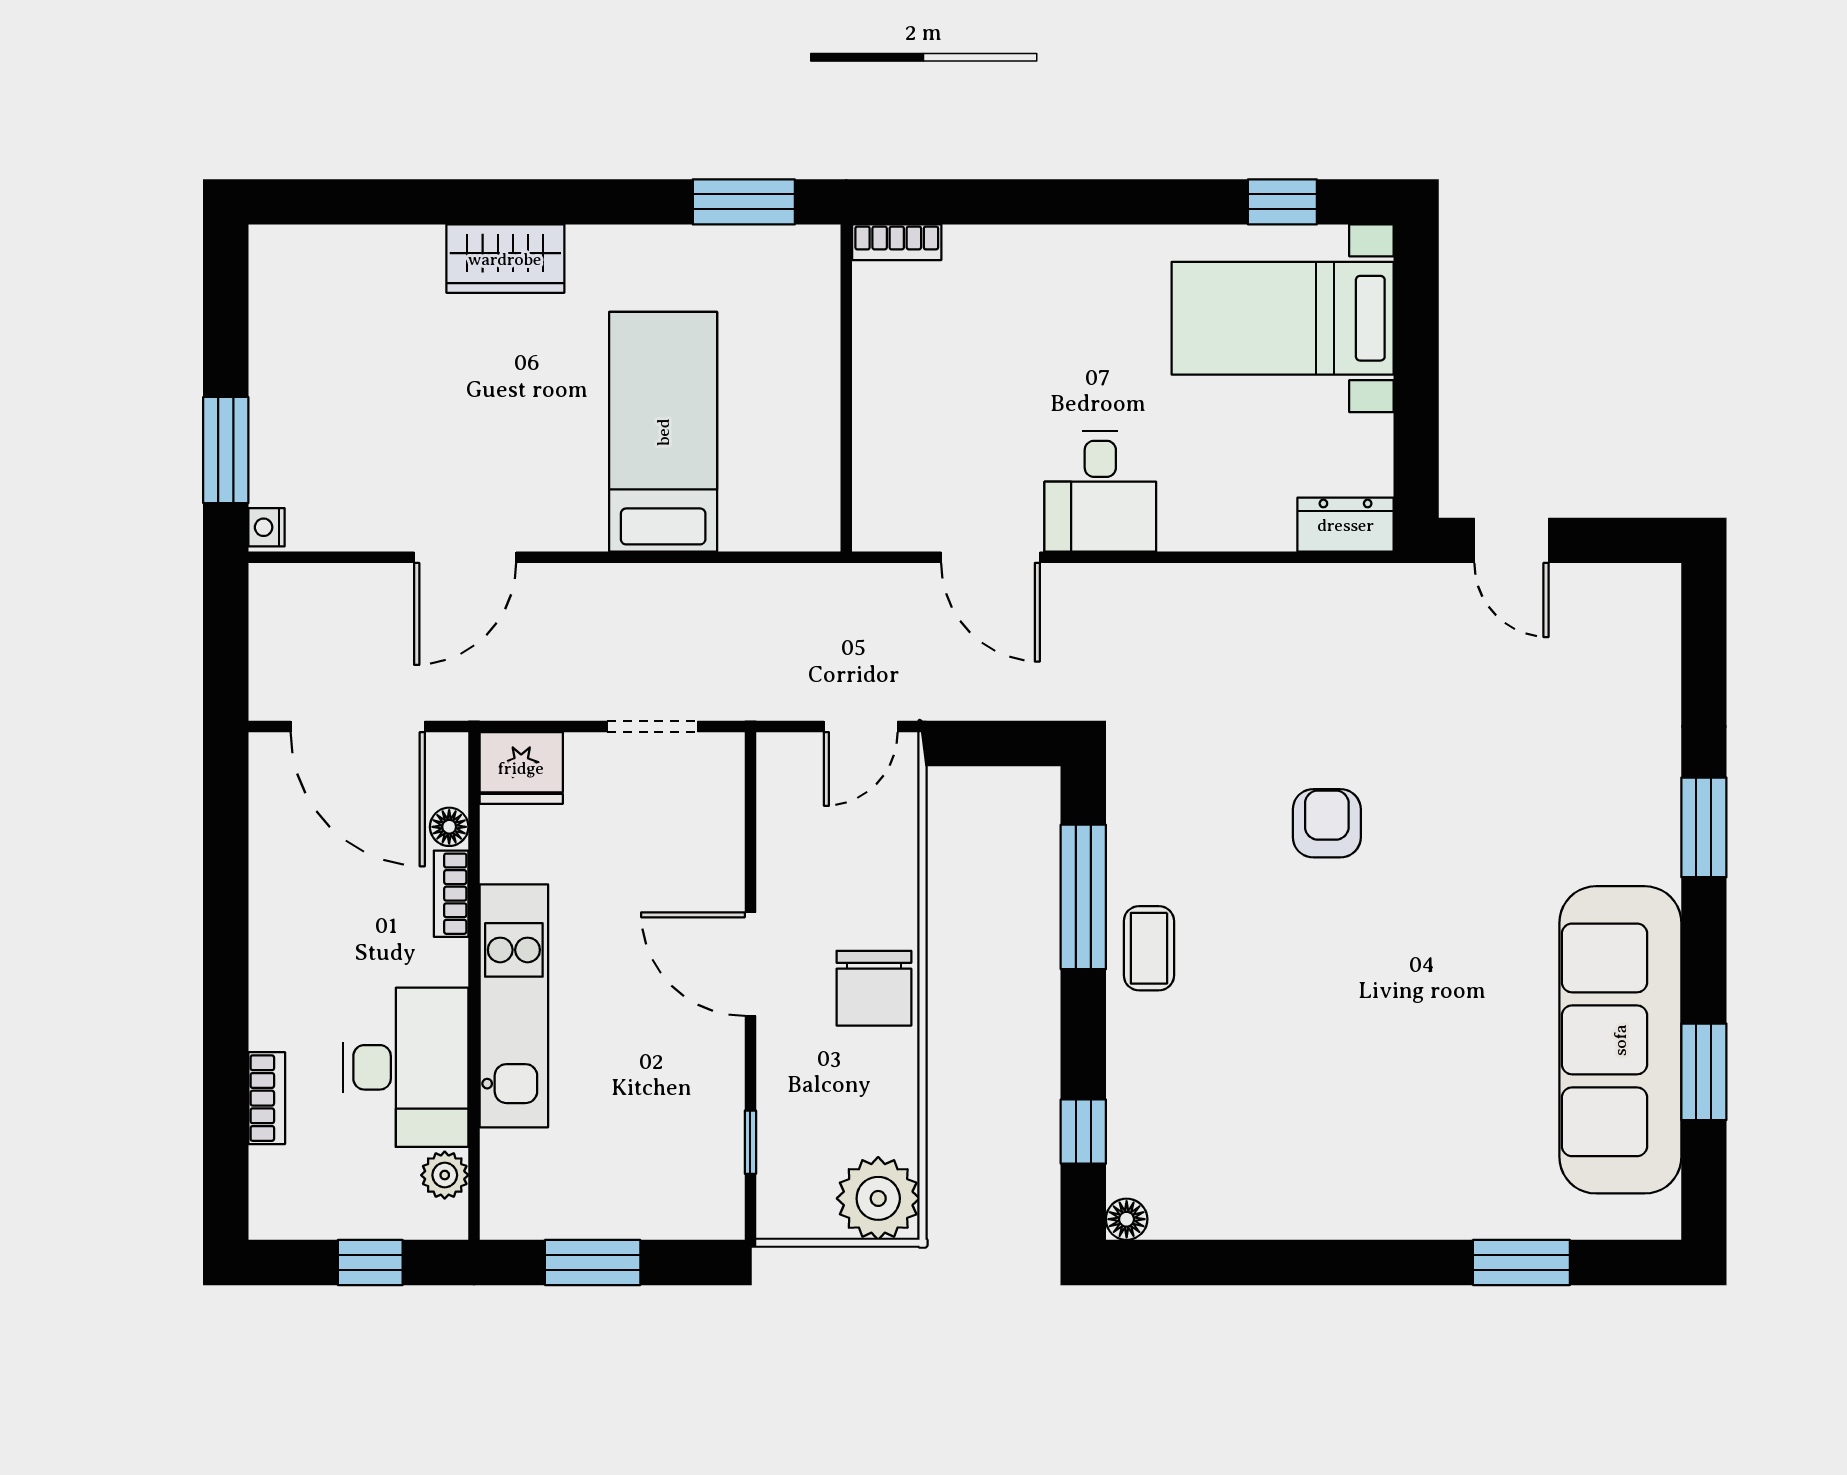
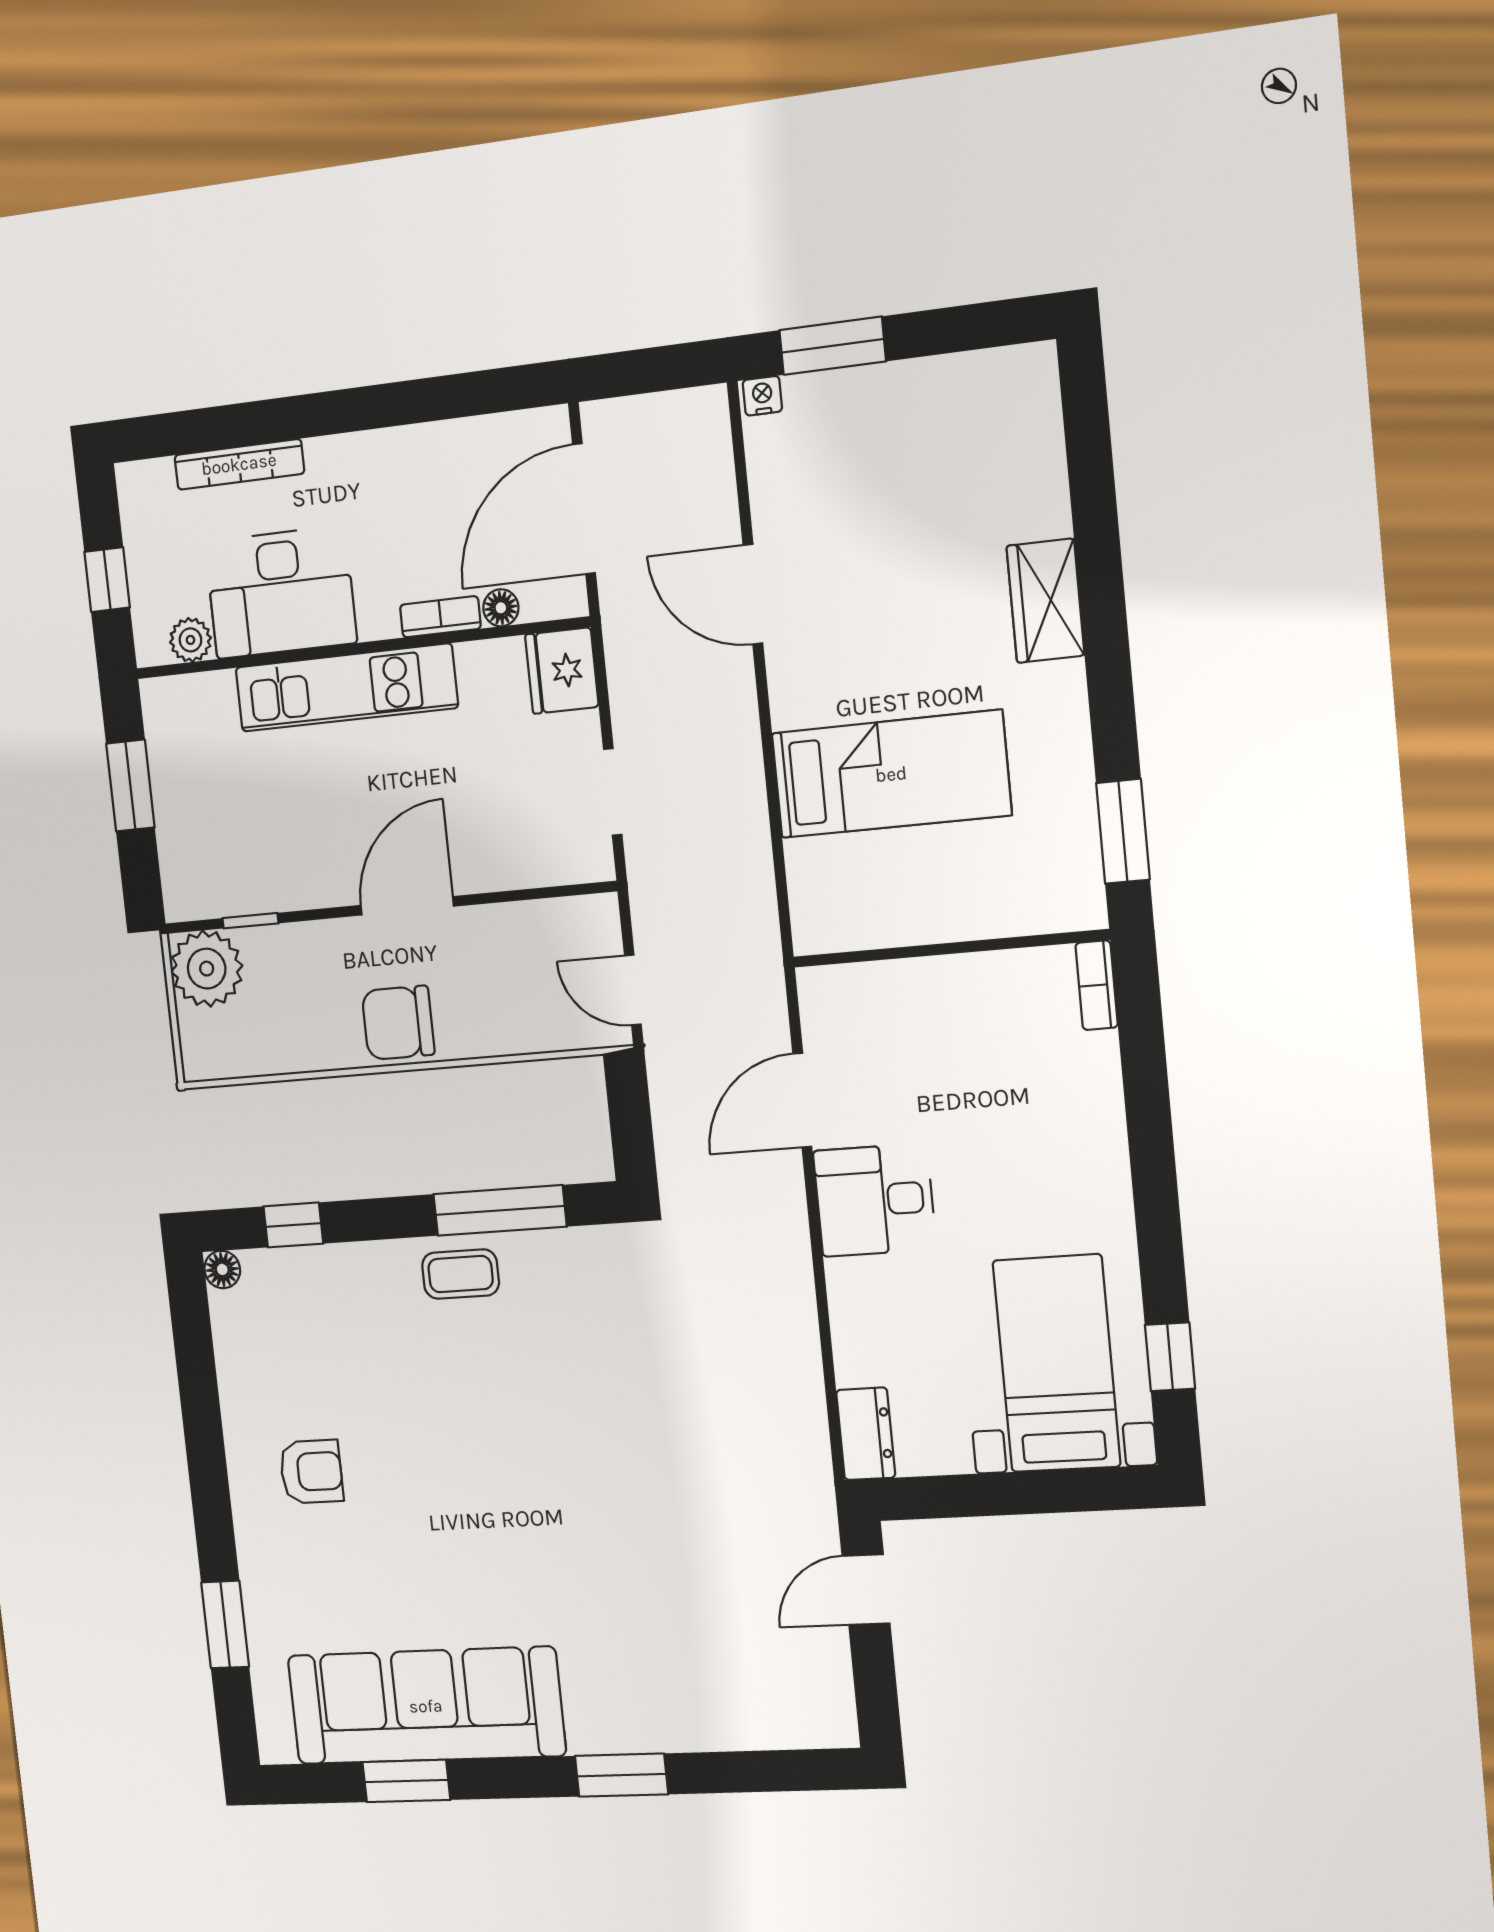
armchair: (1327, 823) -> (311, 1472), moved
bookcase: (267, 1098) -> (239, 464), width x1.56
plant: (878, 1198) -> (207, 969), moved

